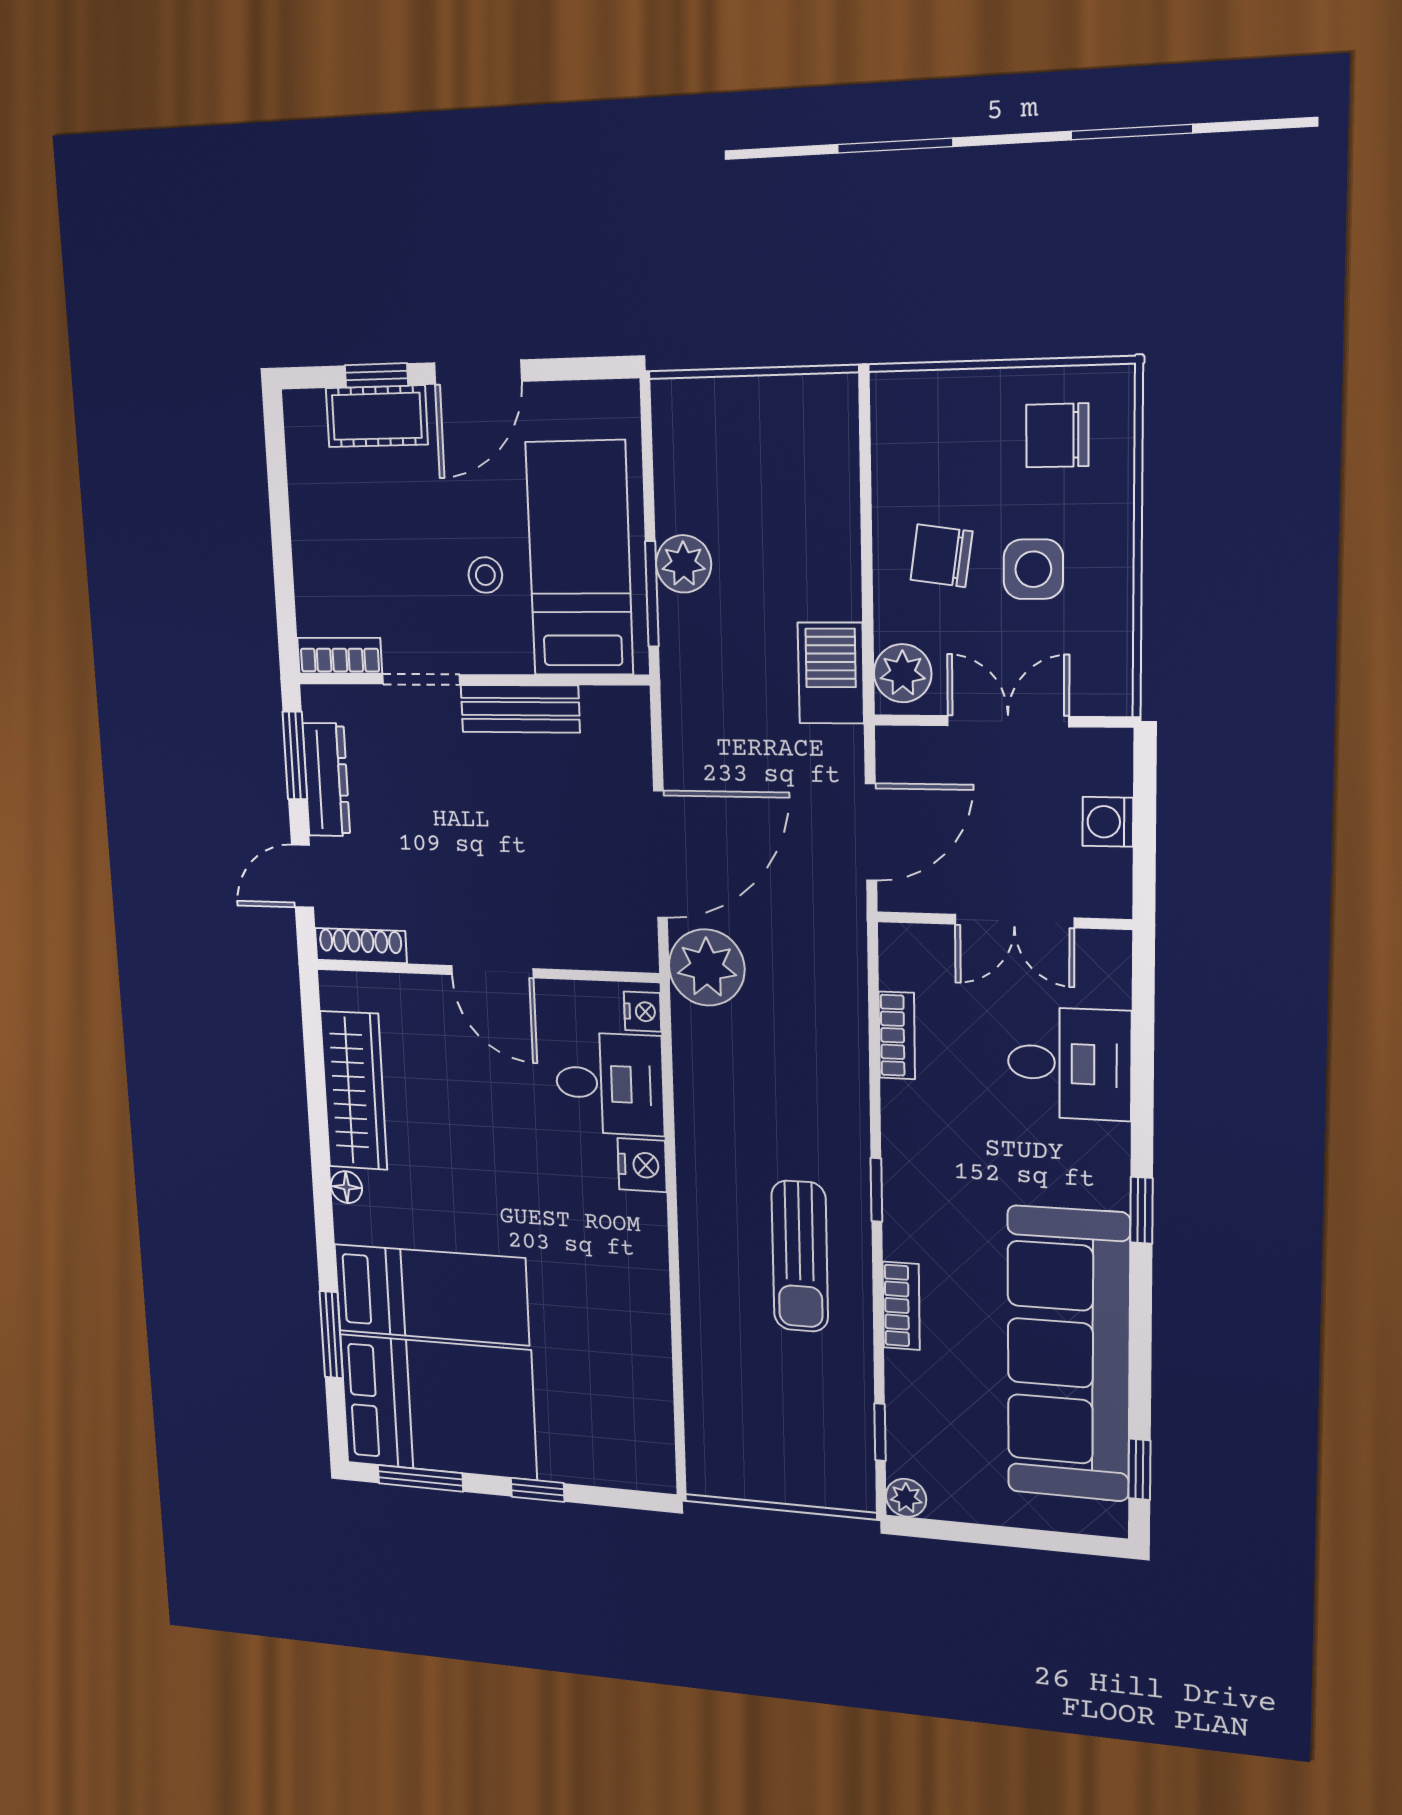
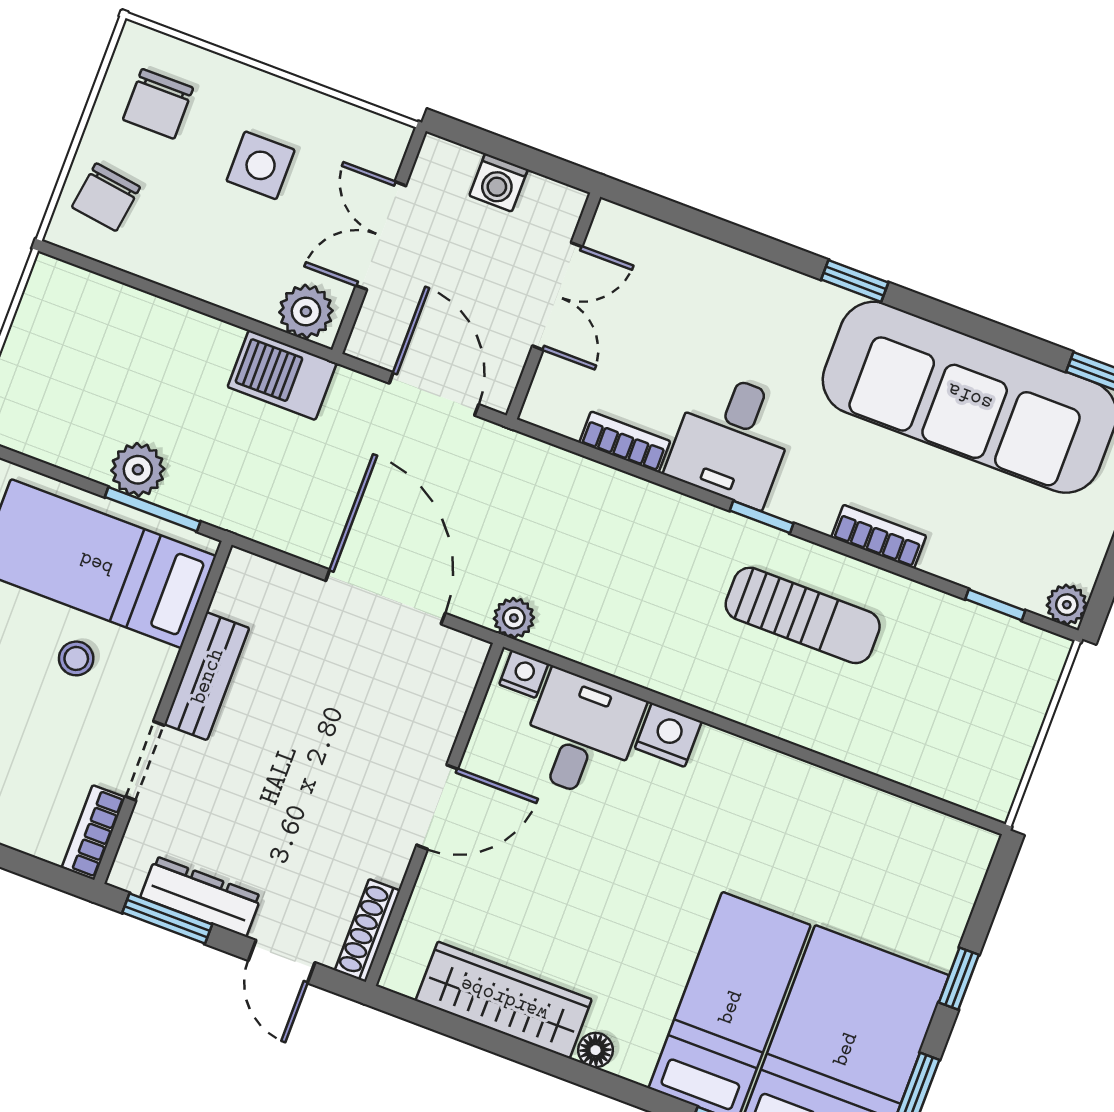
chair: (941, 556) -> (106, 197), moved
plant: (707, 967) -> (514, 618), width x0.53, depth x0.53
desk: (1069, 1064) -> (732, 439), moved, turned 180

